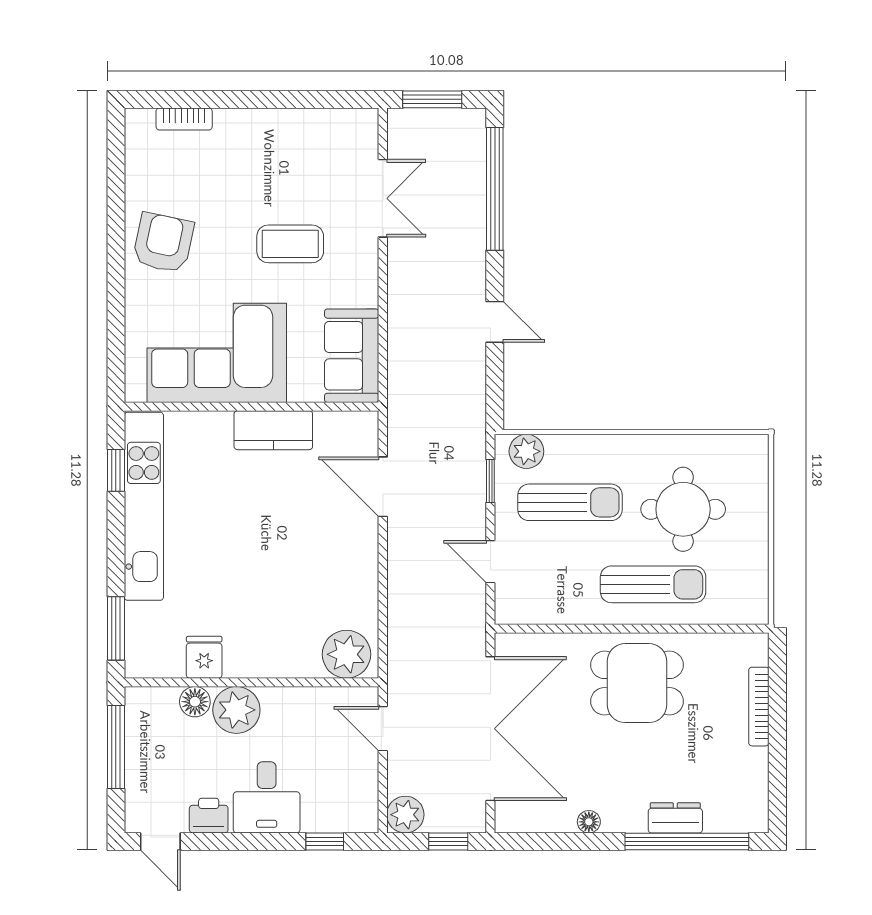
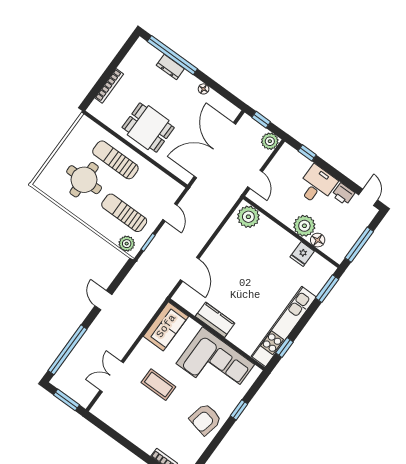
window: (116, 302) -> (239, 410), added

